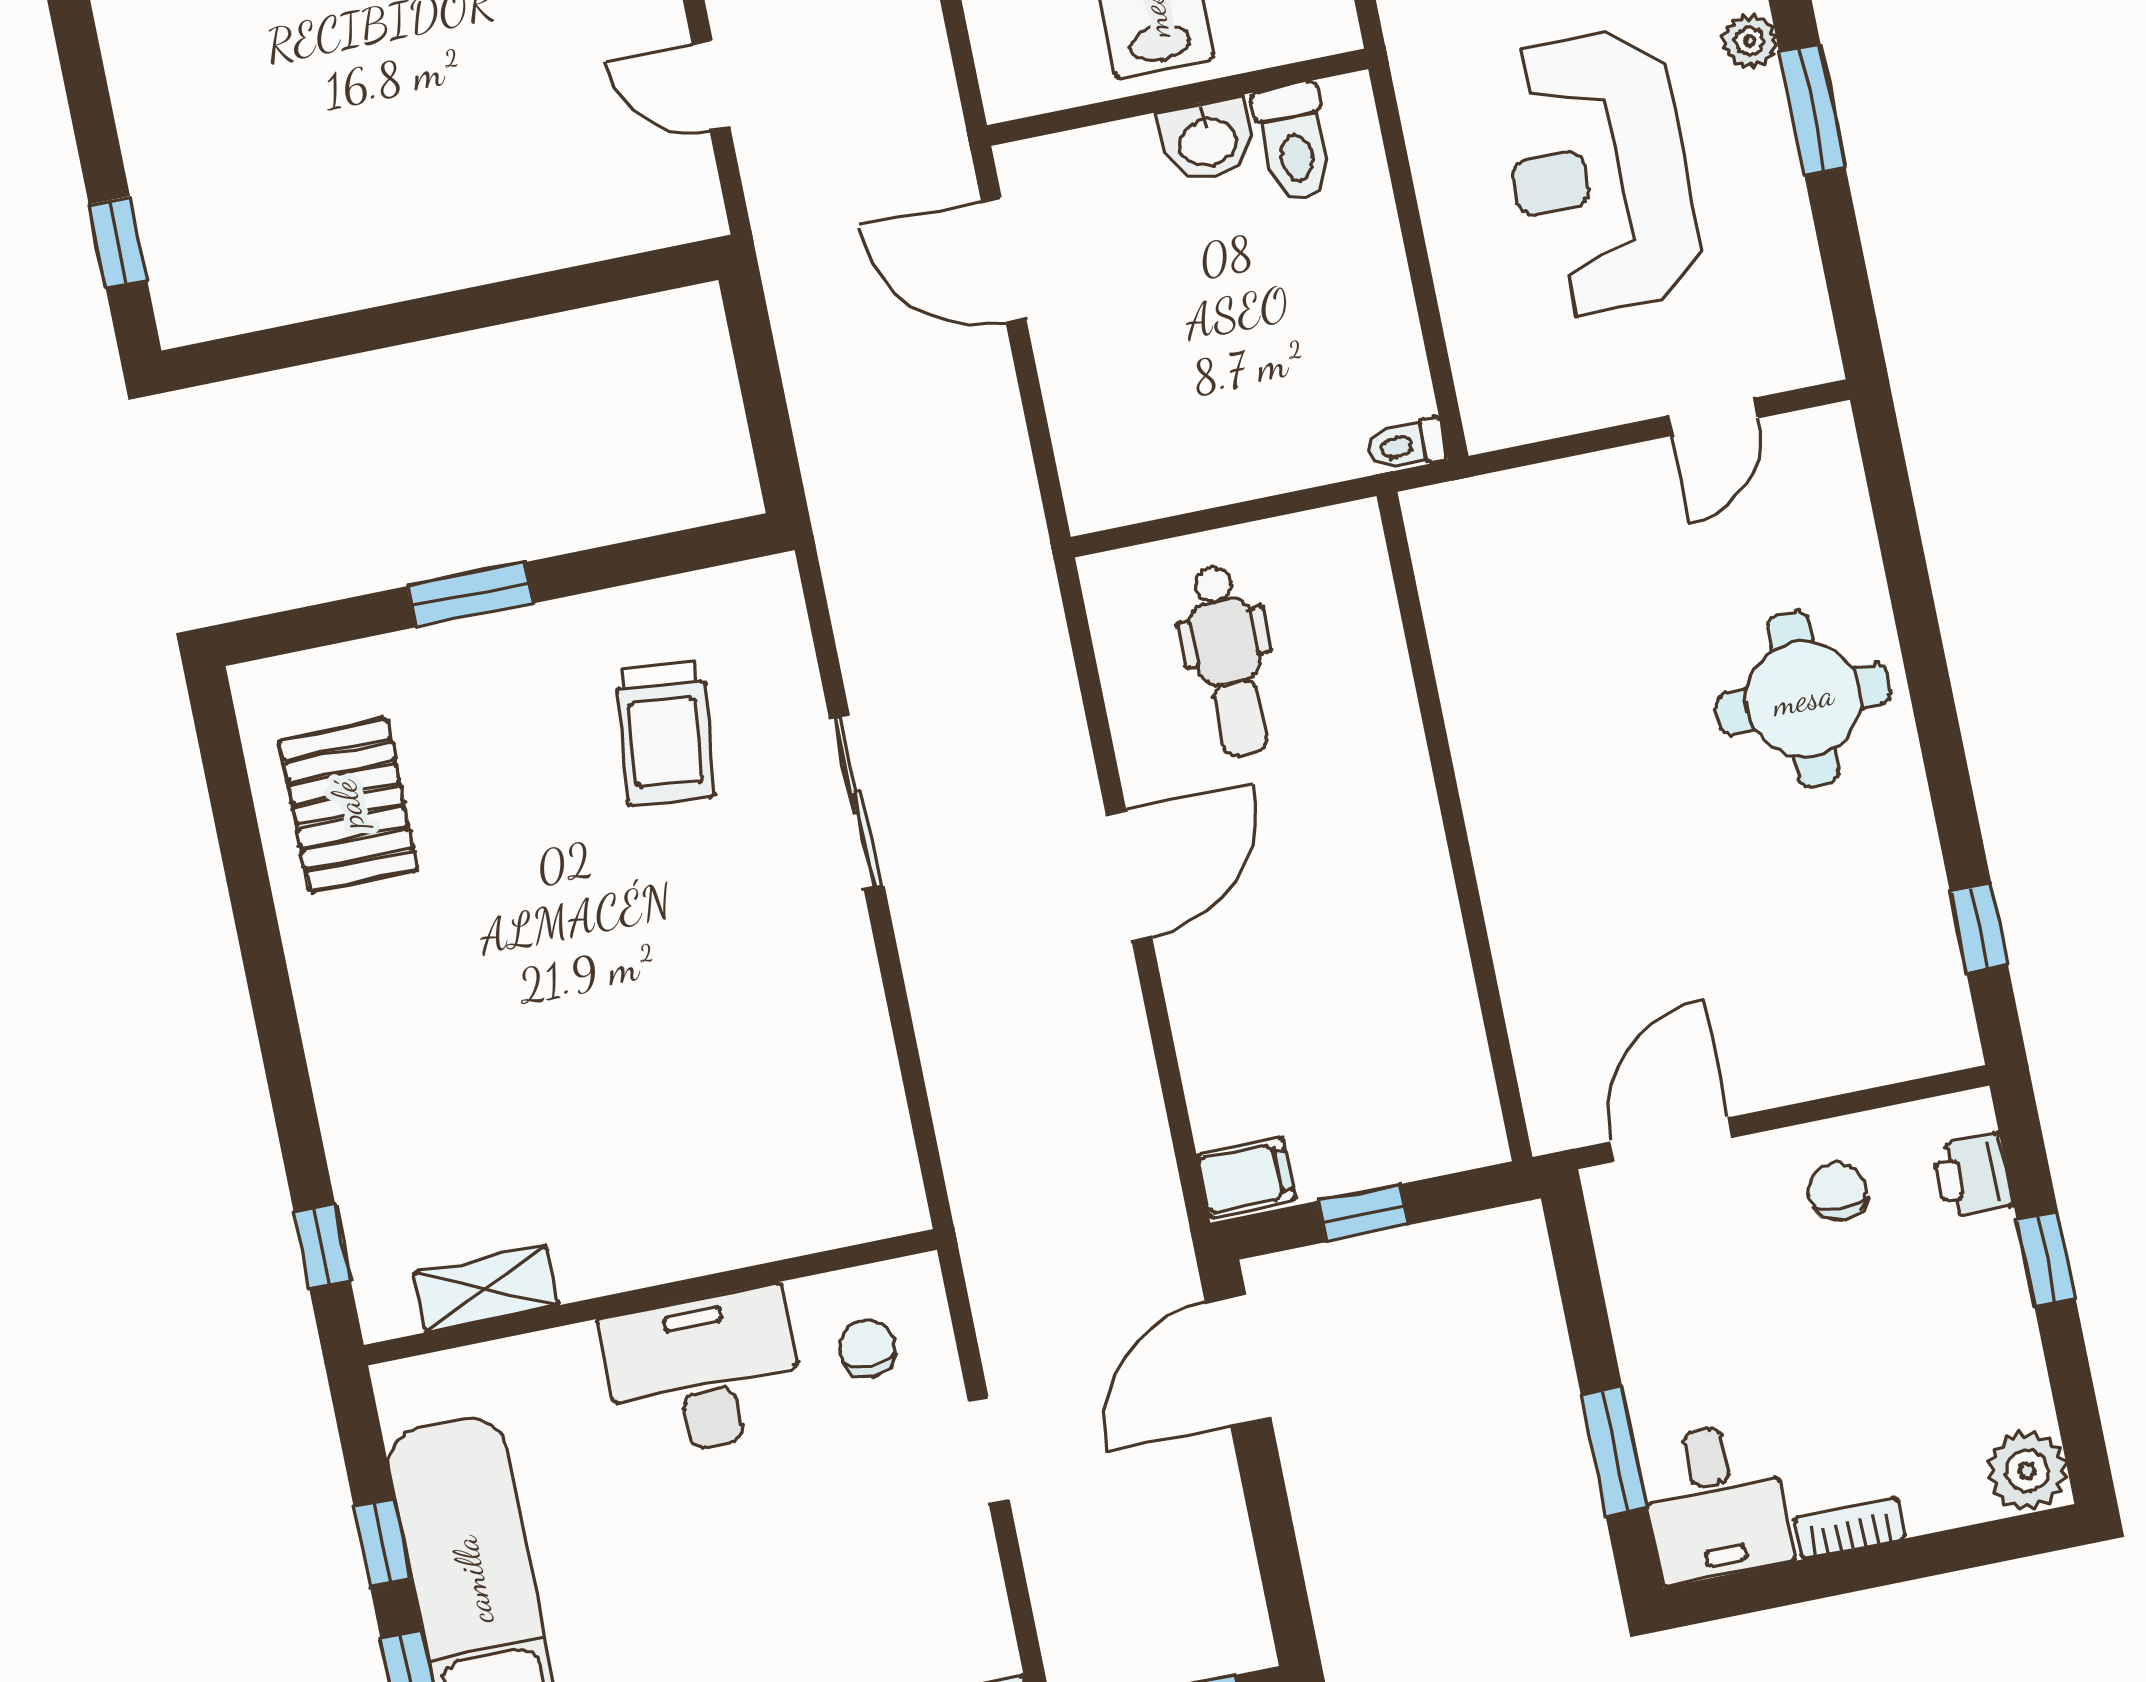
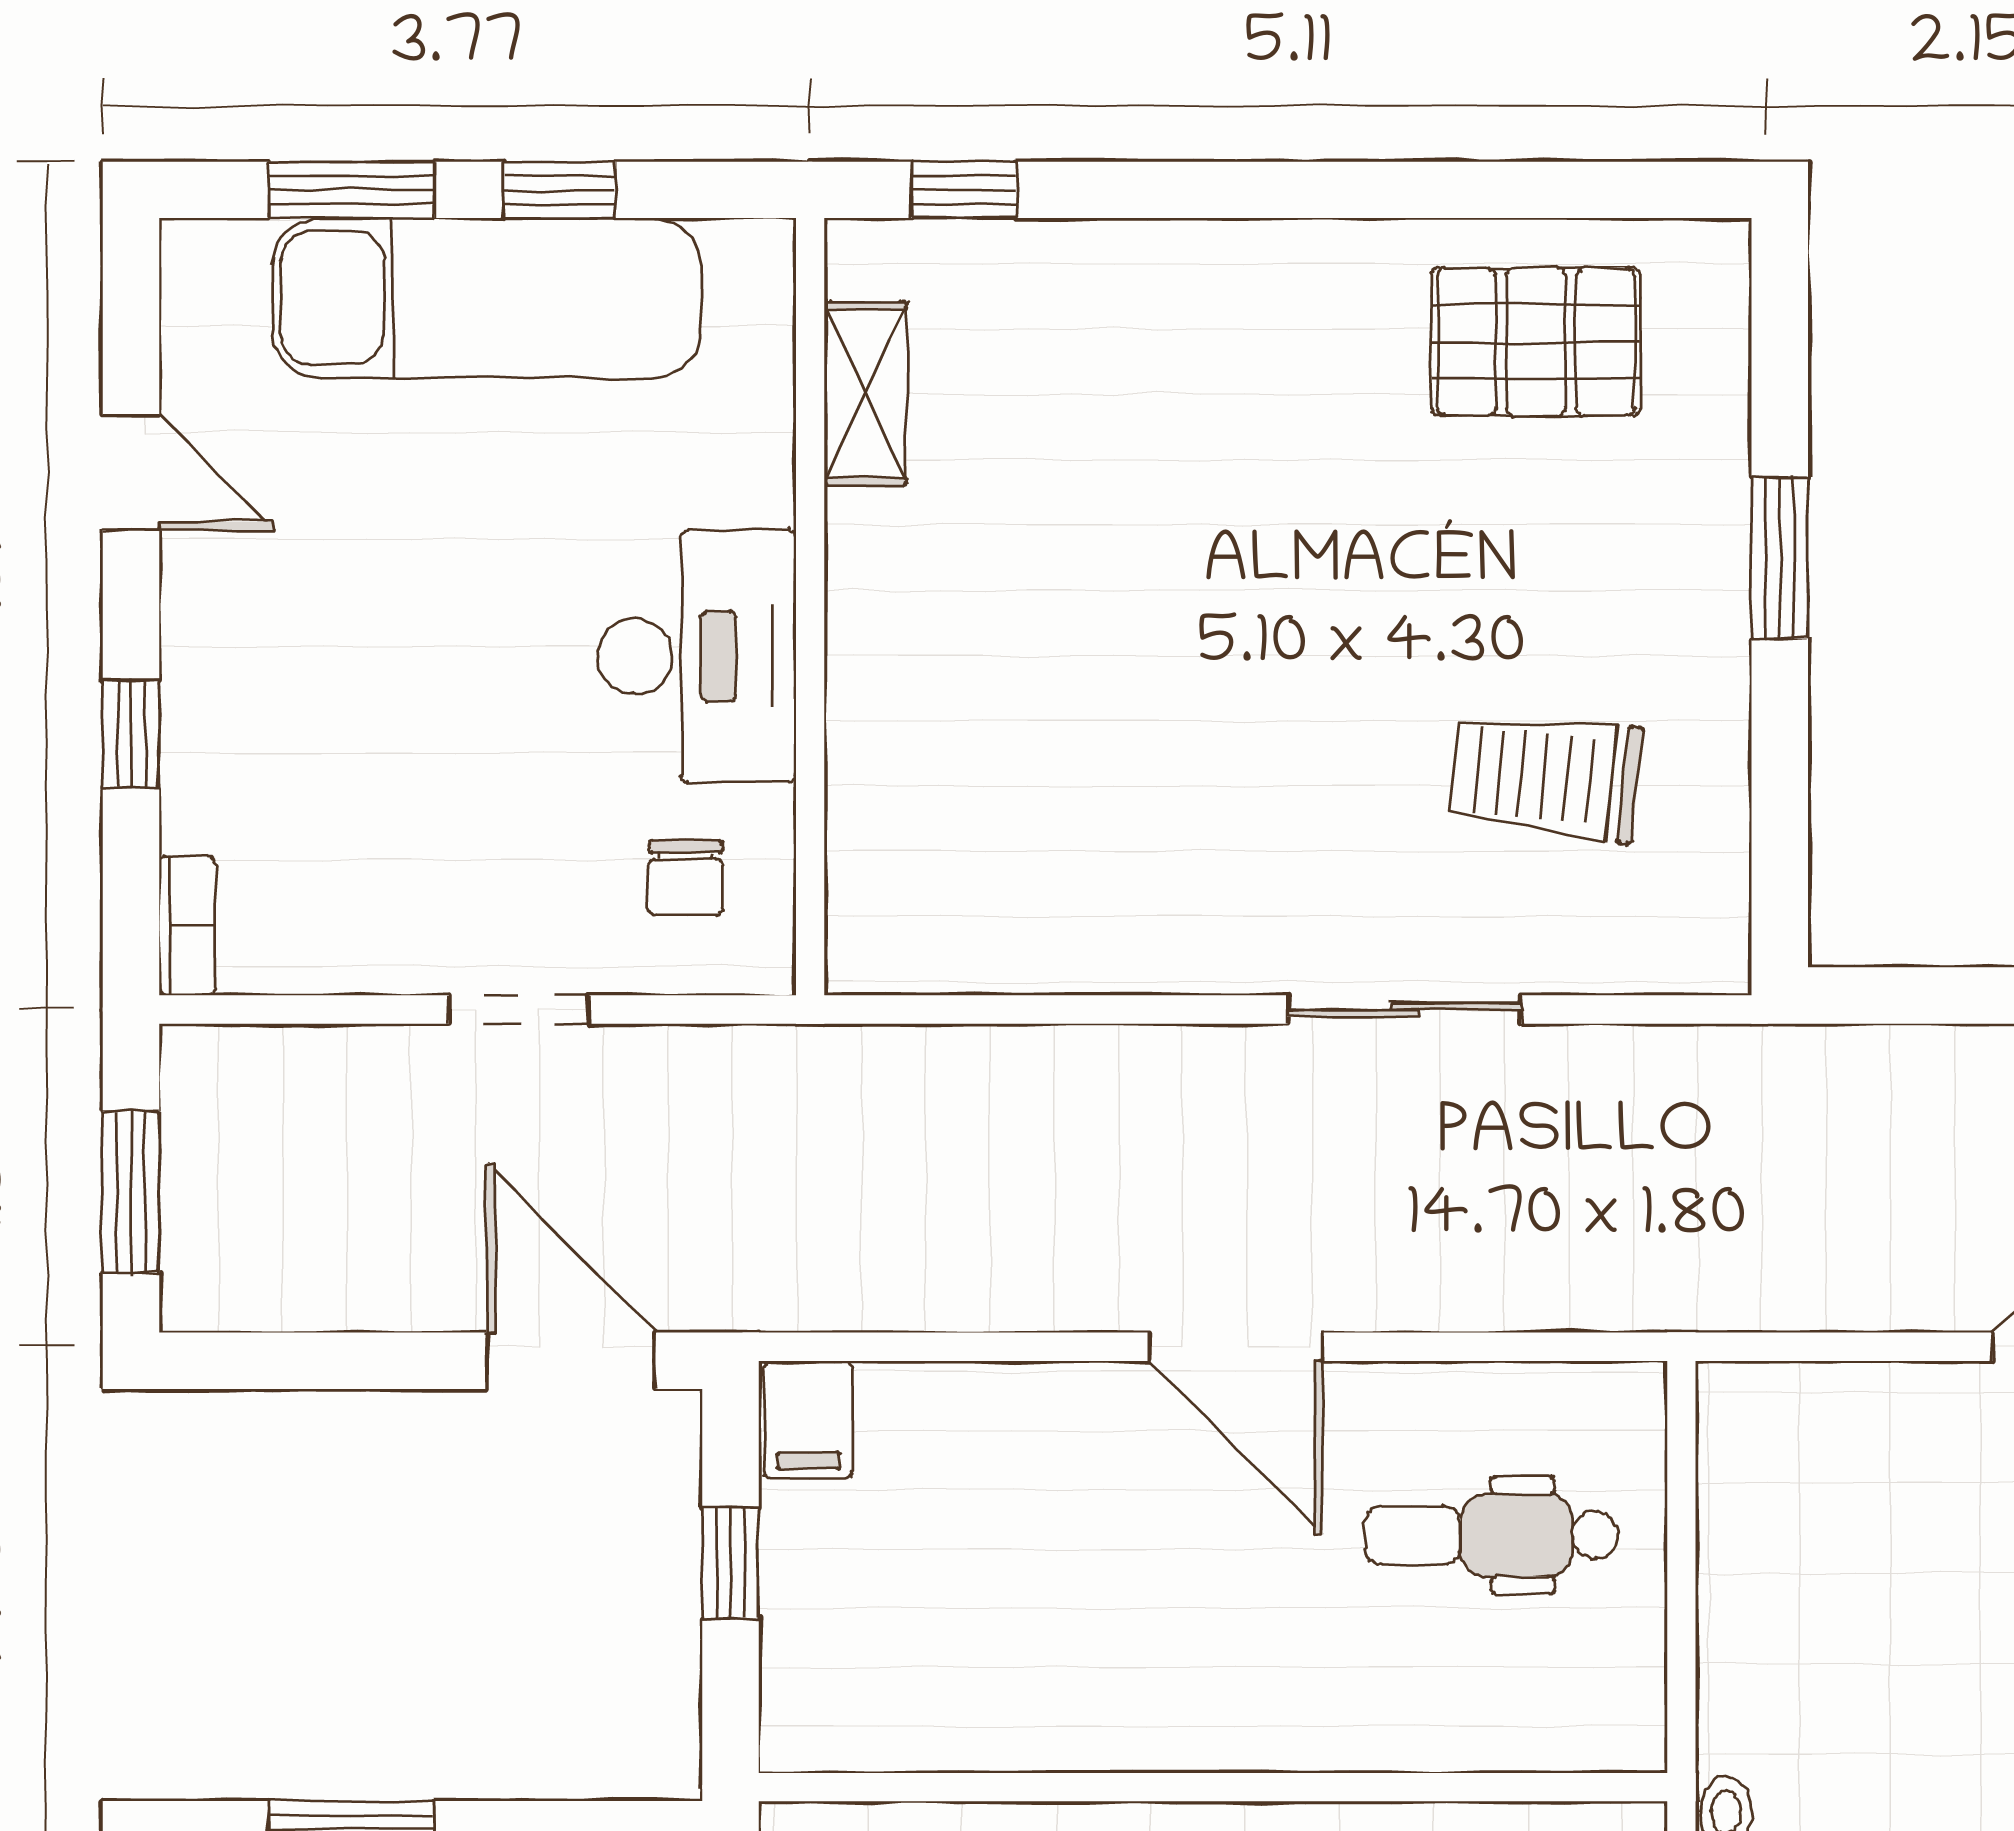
chair: (867, 1348) -> (686, 878), turned 90

